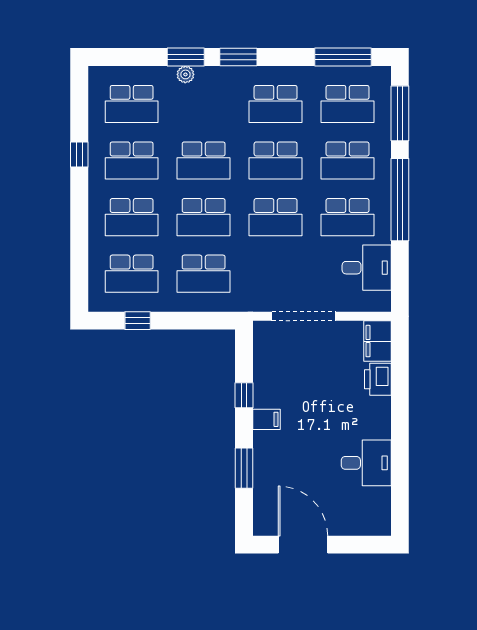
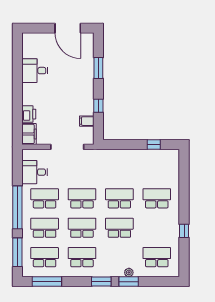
school desk: (132, 161) -> (157, 228), removed
school desk: (132, 274) -> (157, 169), removed
school desk: (204, 274) -> (119, 169), removed
filing cabinet: (266, 419) -> (87, 121), moved

